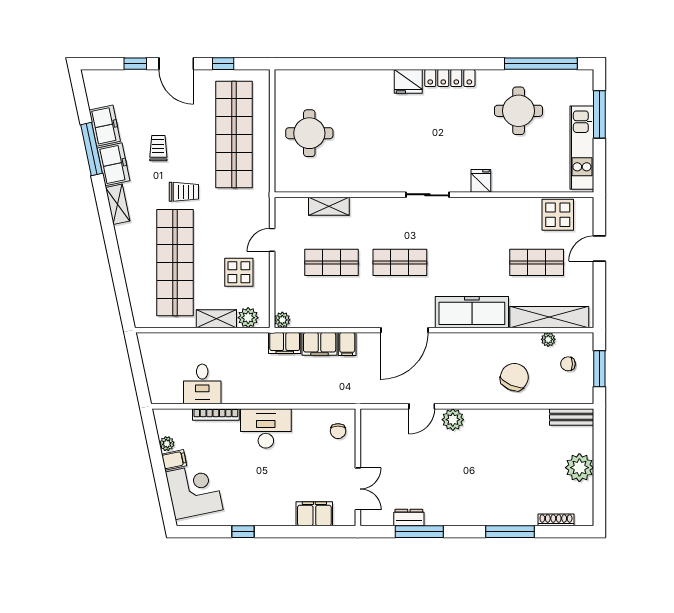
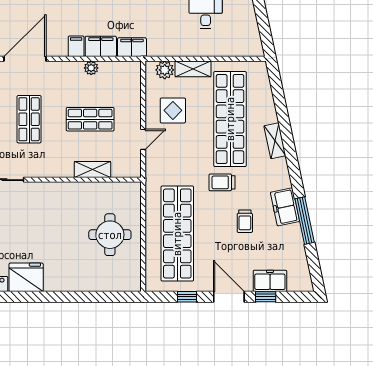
fridge: (408, 81) -> (26, 277), width x1.36, depth x1.34
freezer: (105, 126) -> (270, 281), moved, turned 102
shelving: (118, 204) -> (275, 141), moved
shop shelf: (400, 262) -> (29, 119), turned 90
plant: (282, 320) -> (91, 68), moved

